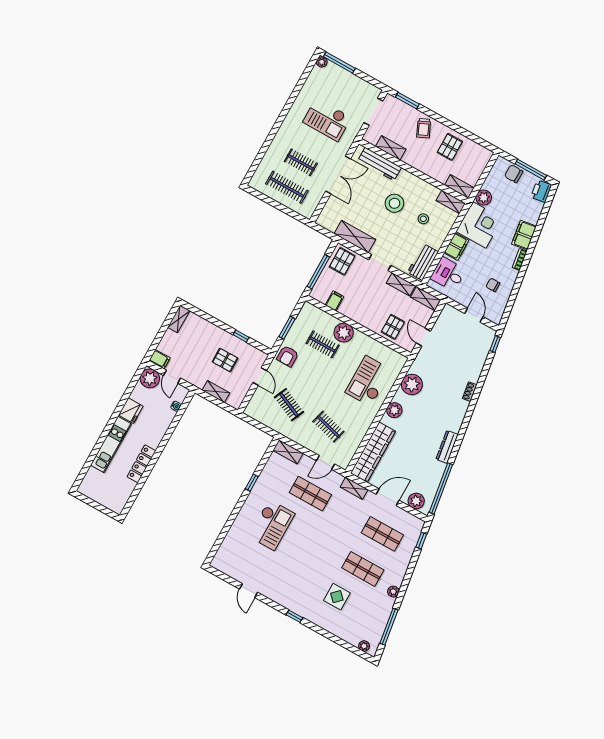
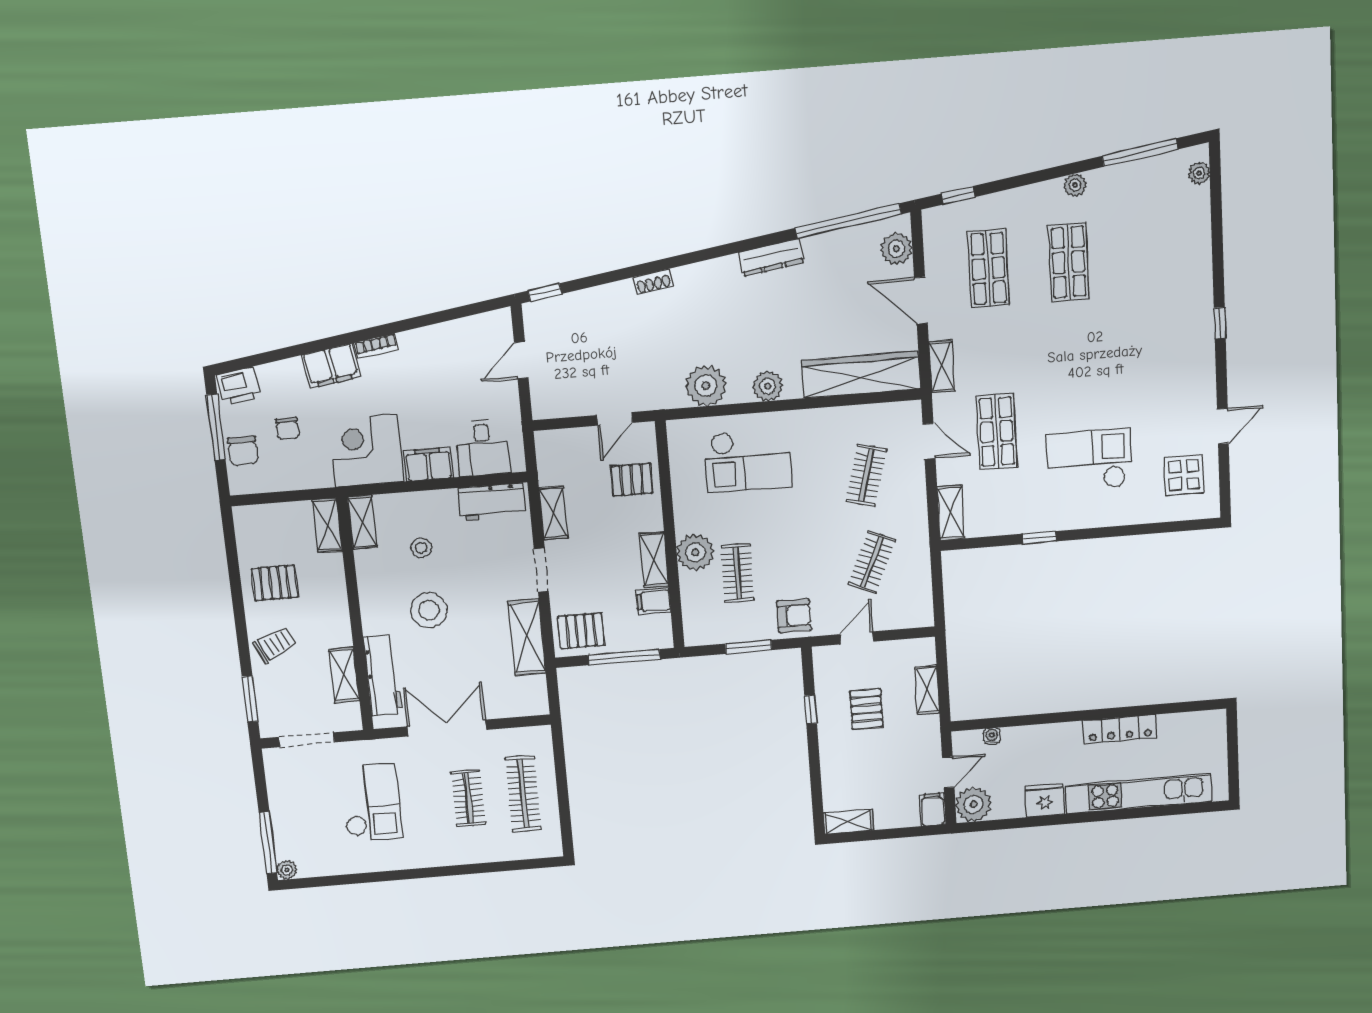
plant: (484, 198) -> (317, 474), removed
chair: (493, 285) -> (287, 428), moved
shelving: (426, 299) -> (654, 560), moved
kitchen unit: (111, 445) -> (1139, 794), width x1.36
display table: (337, 597) -> (1184, 475), moved

